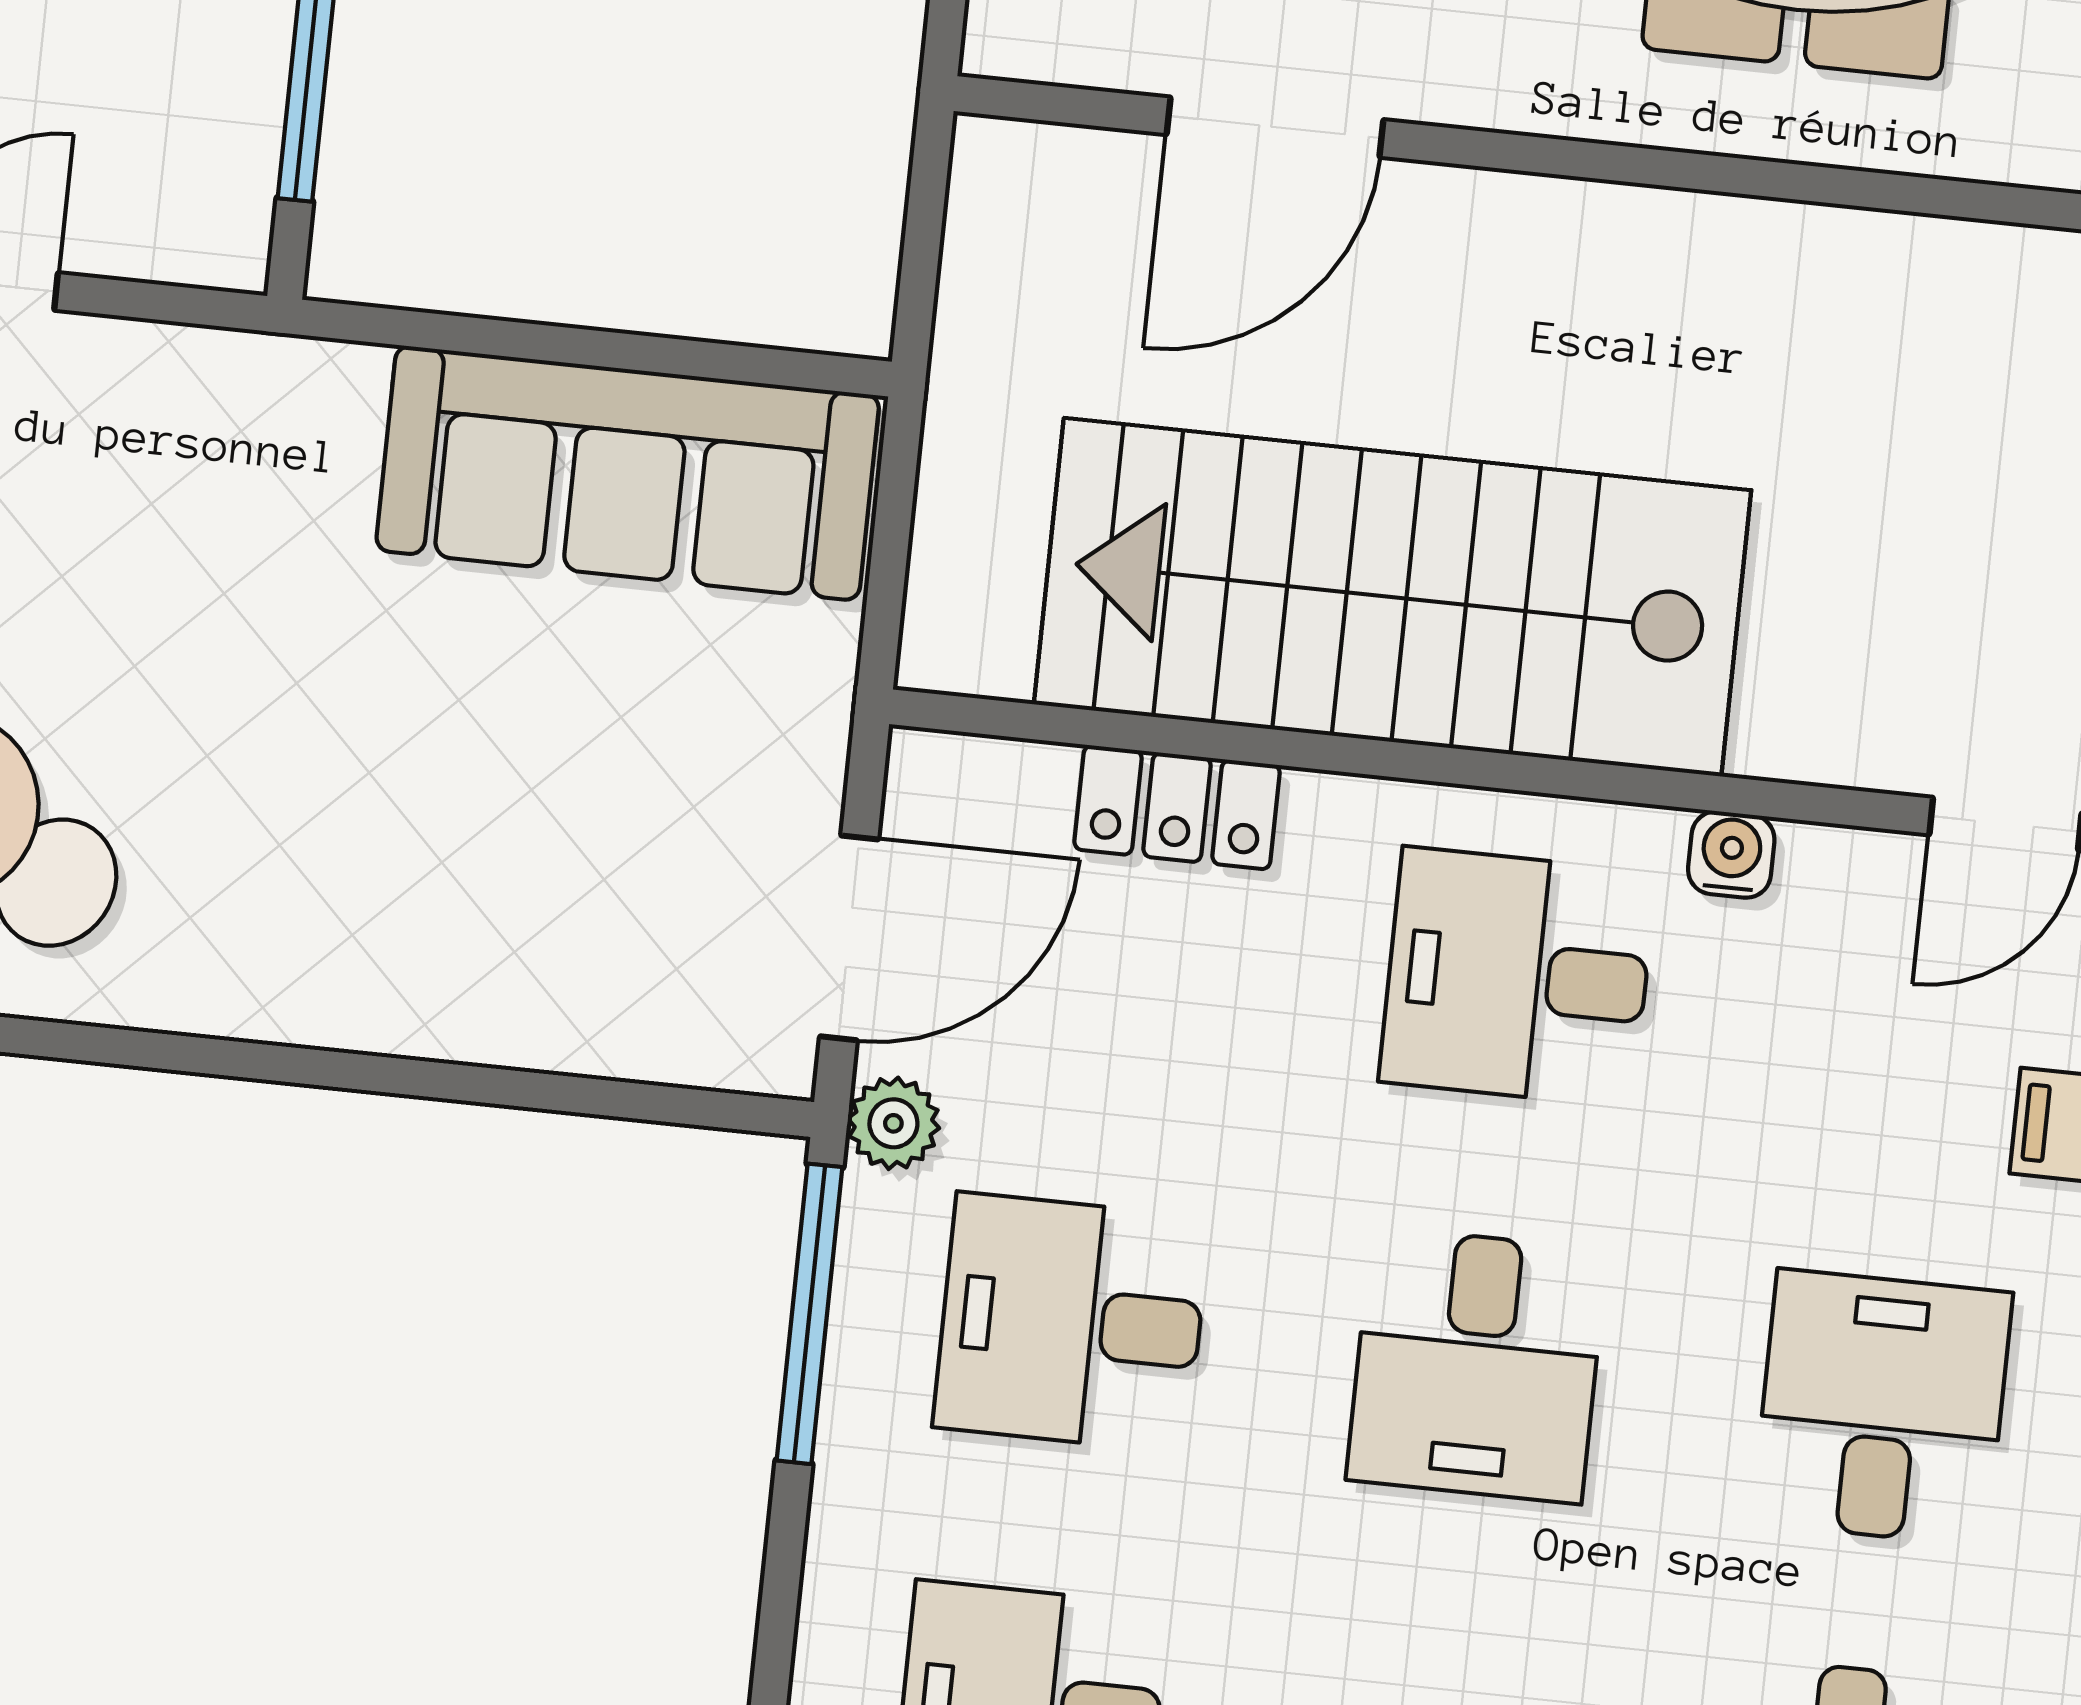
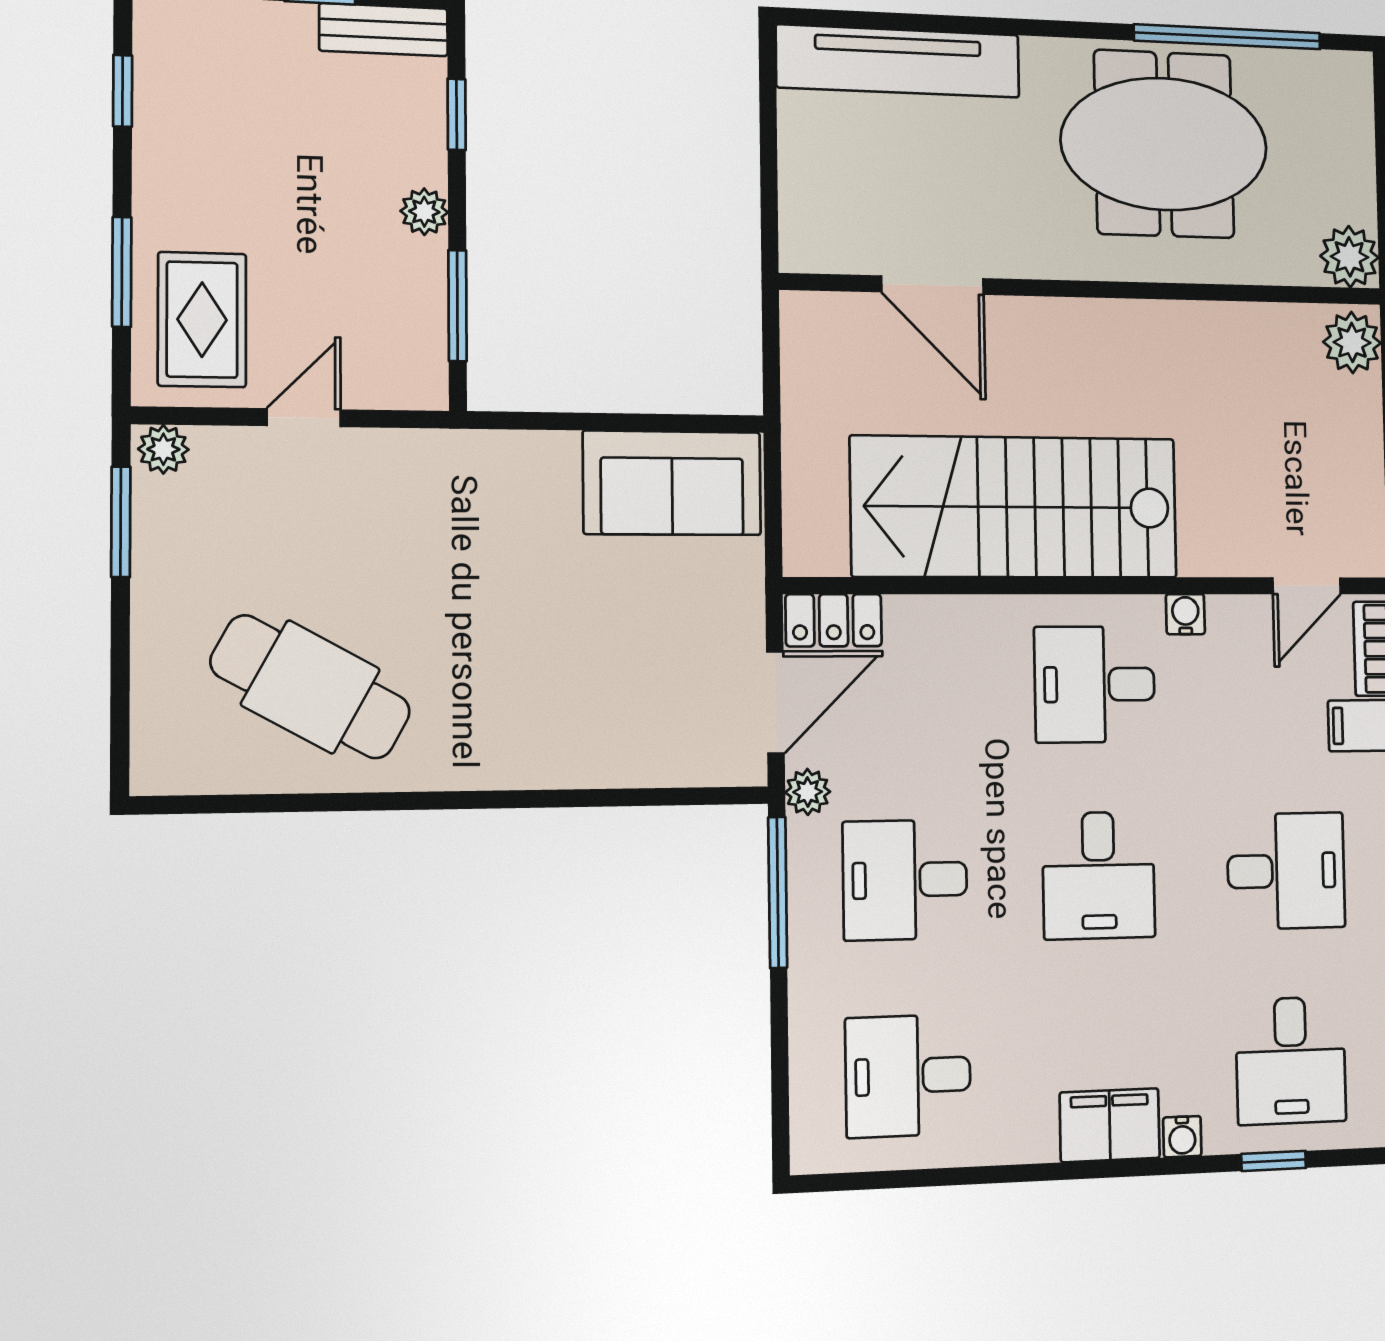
door: (1275, 127) -> (933, 285), hinge flipped
sofa: (628, 473) -> (672, 483), width x0.73
locker: (1177, 807) -> (834, 620), moved
desk: (1882, 1408) -> (1286, 871), turned 90

